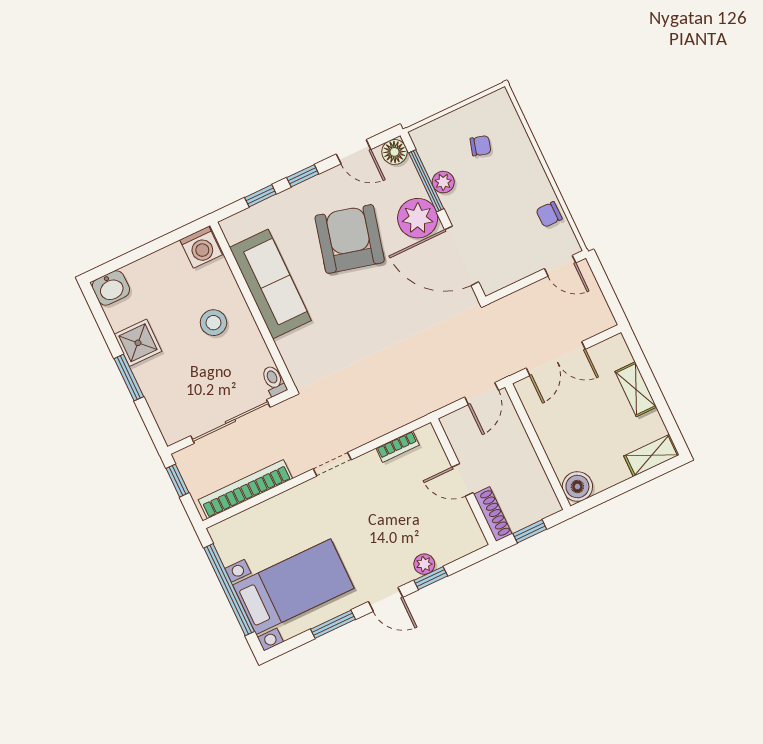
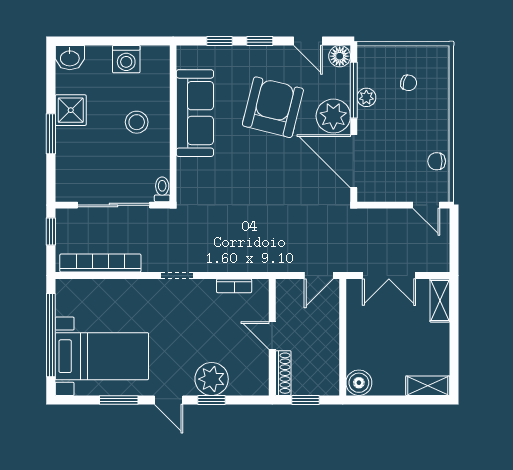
washing machine: (201, 247) -> (126, 59), moved
shelving: (636, 389) -> (440, 300), moved
plant: (424, 564) -> (212, 379), width x1.88, depth x1.88

